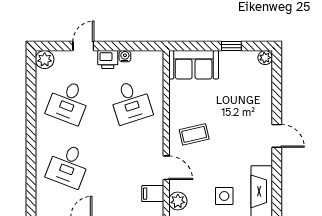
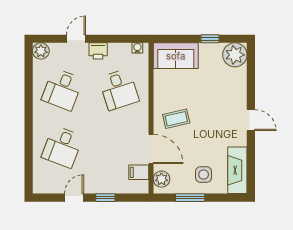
water cooler: (125, 56) -> (137, 48), moved
plant: (265, 58) -> (235, 55), width x1.88, depth x1.88
door: (166, 168) -> (151, 149), width x1.38

